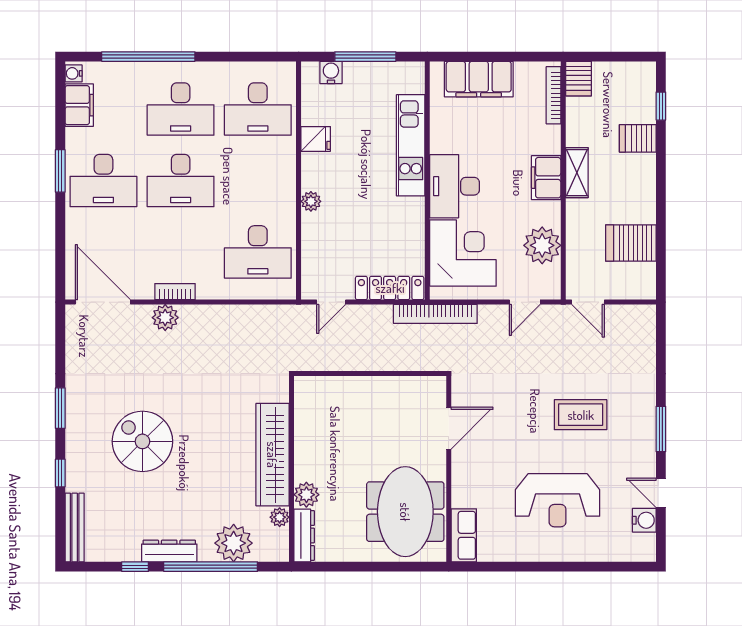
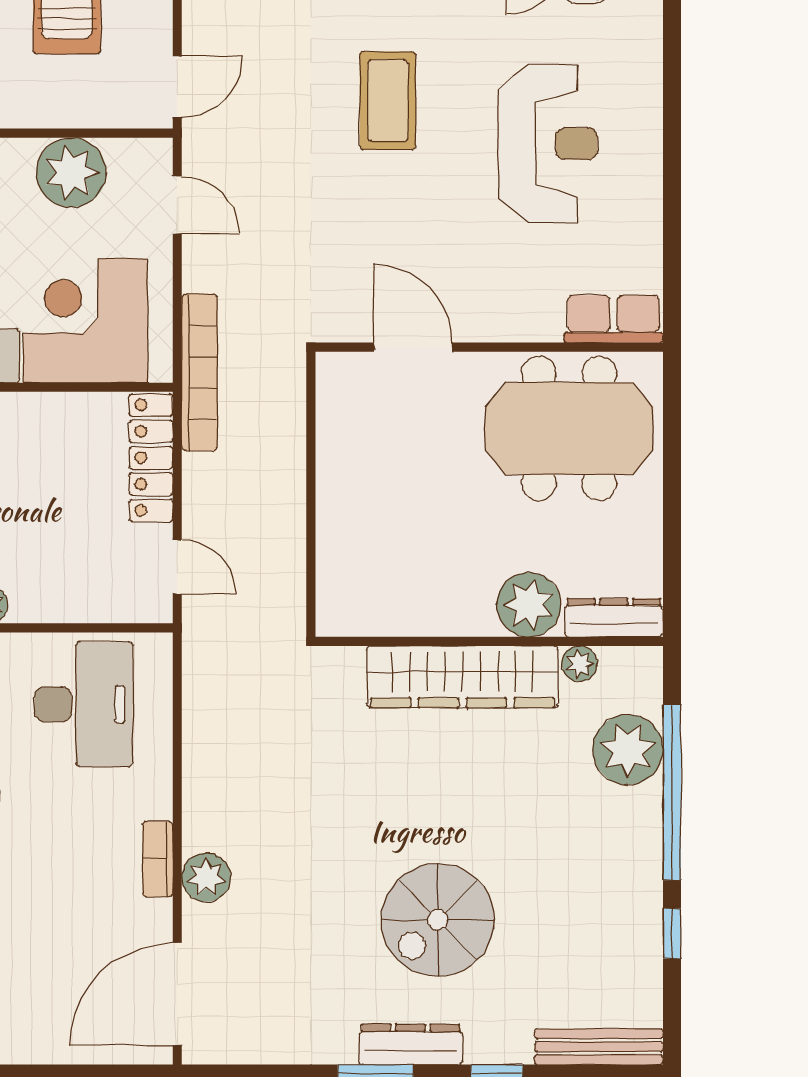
plant: (306, 495) -> (529, 605), width x1.36, depth x1.36
dresser: (169, 551) -> (411, 1044), moved, turned 90

